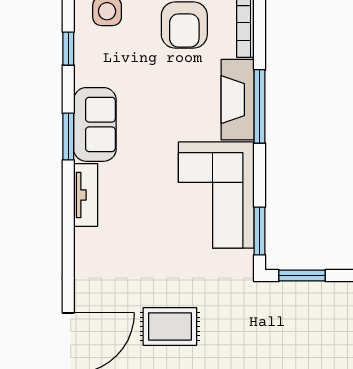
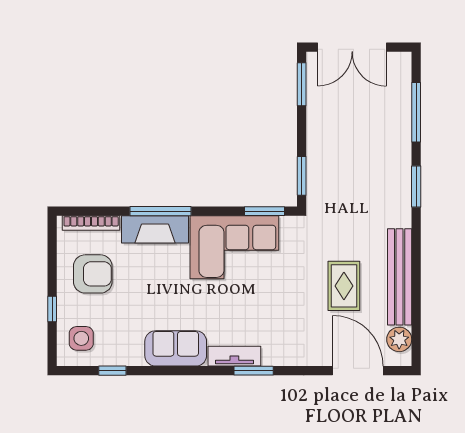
window: (68, 137) -> (254, 371), moved

